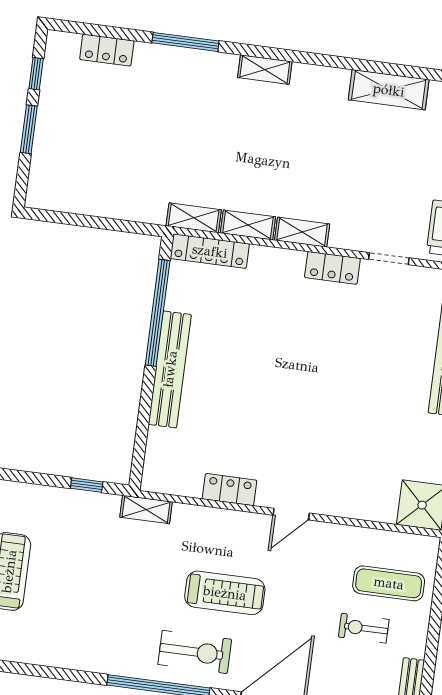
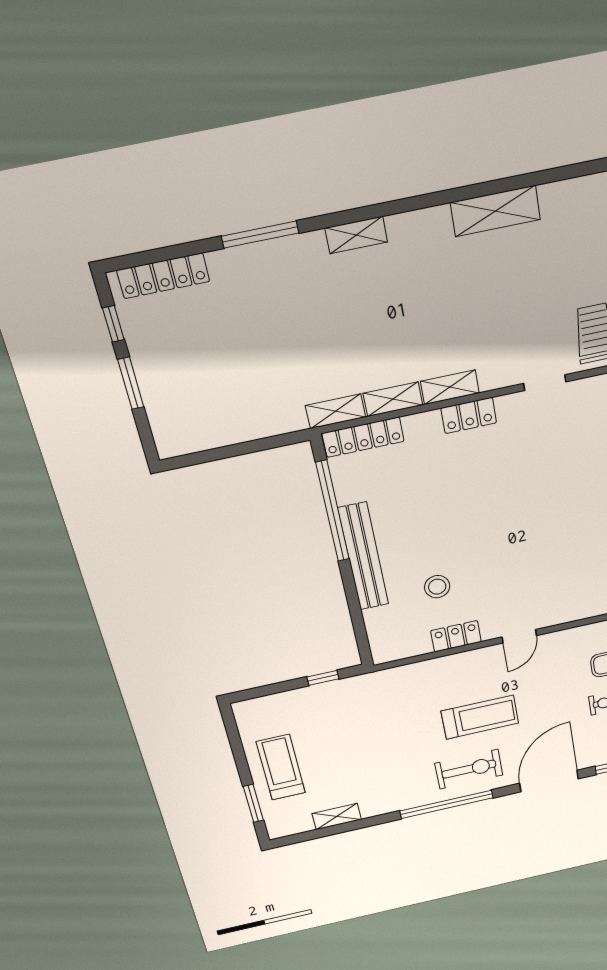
locker: (107, 50) -> (163, 276), width x1.53
locker: (332, 268) -> (469, 415), moved
stool: (228, 428) -> (437, 587), added
shelving: (146, 510) -> (337, 817), moved

